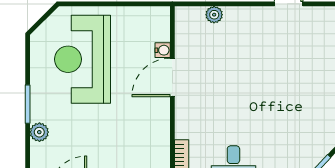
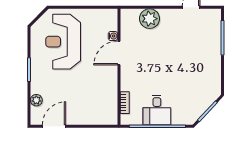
plant: (214, 15) -> (150, 19), width x1.87, depth x1.87
plant: (39, 132) -> (36, 100), moved

